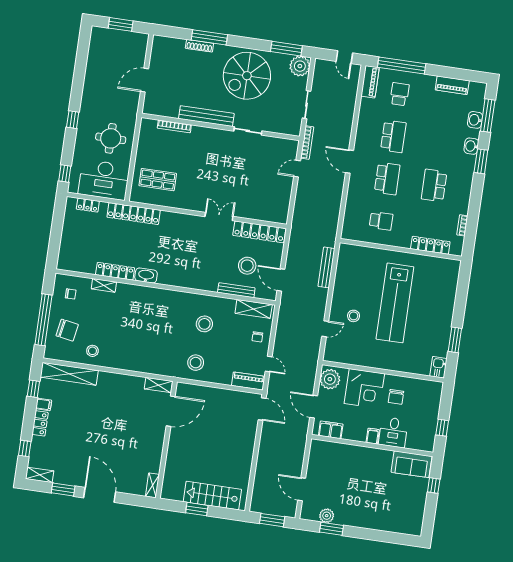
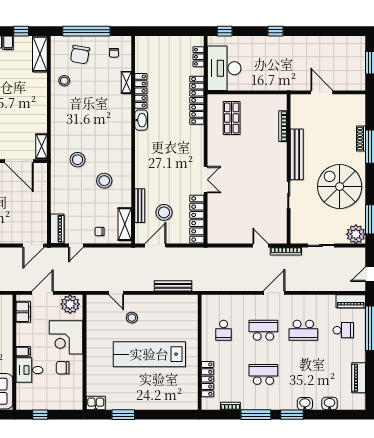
window: (488, 116) -> (256, 415), moved
round table: (111, 138) -> (263, 69), removed
school desk: (387, 179) -> (263, 330), turned 180
stool: (196, 363) -> (78, 160), moved
shelving: (69, 374) -> (40, 54), width x0.68

